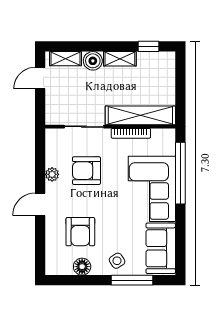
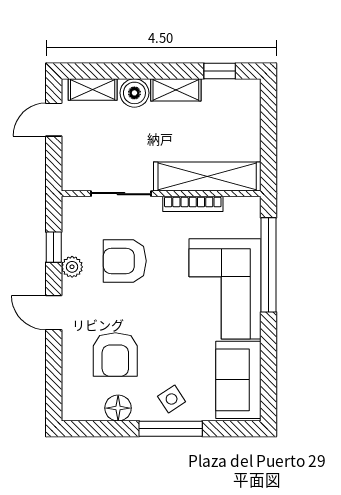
window: (40, 161) -> (54, 247), added
door: (40, 204) -> (54, 313), hinge flipped
window: (132, 280) -> (171, 429), moved

